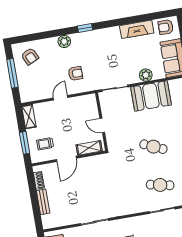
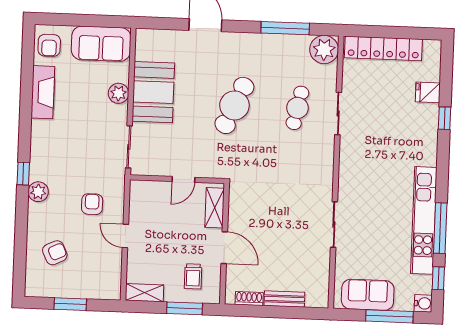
plant: (64, 41) -> (38, 192), moved
armchair: (30, 56) -> (55, 253), moved
window: (12, 73) -> (70, 304), width x0.69
cafe table: (153, 147) -> (234, 105), width x1.37, depth x1.35

